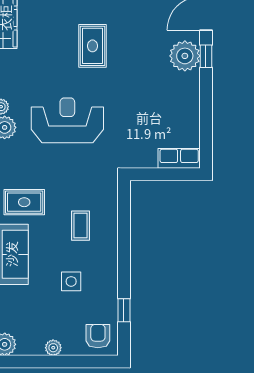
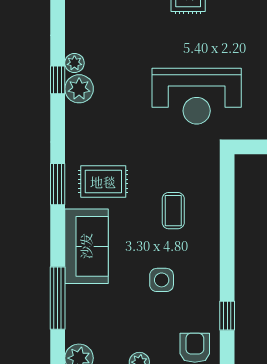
reception desk: (67, 120) -> (197, 96), moved, turned 180

